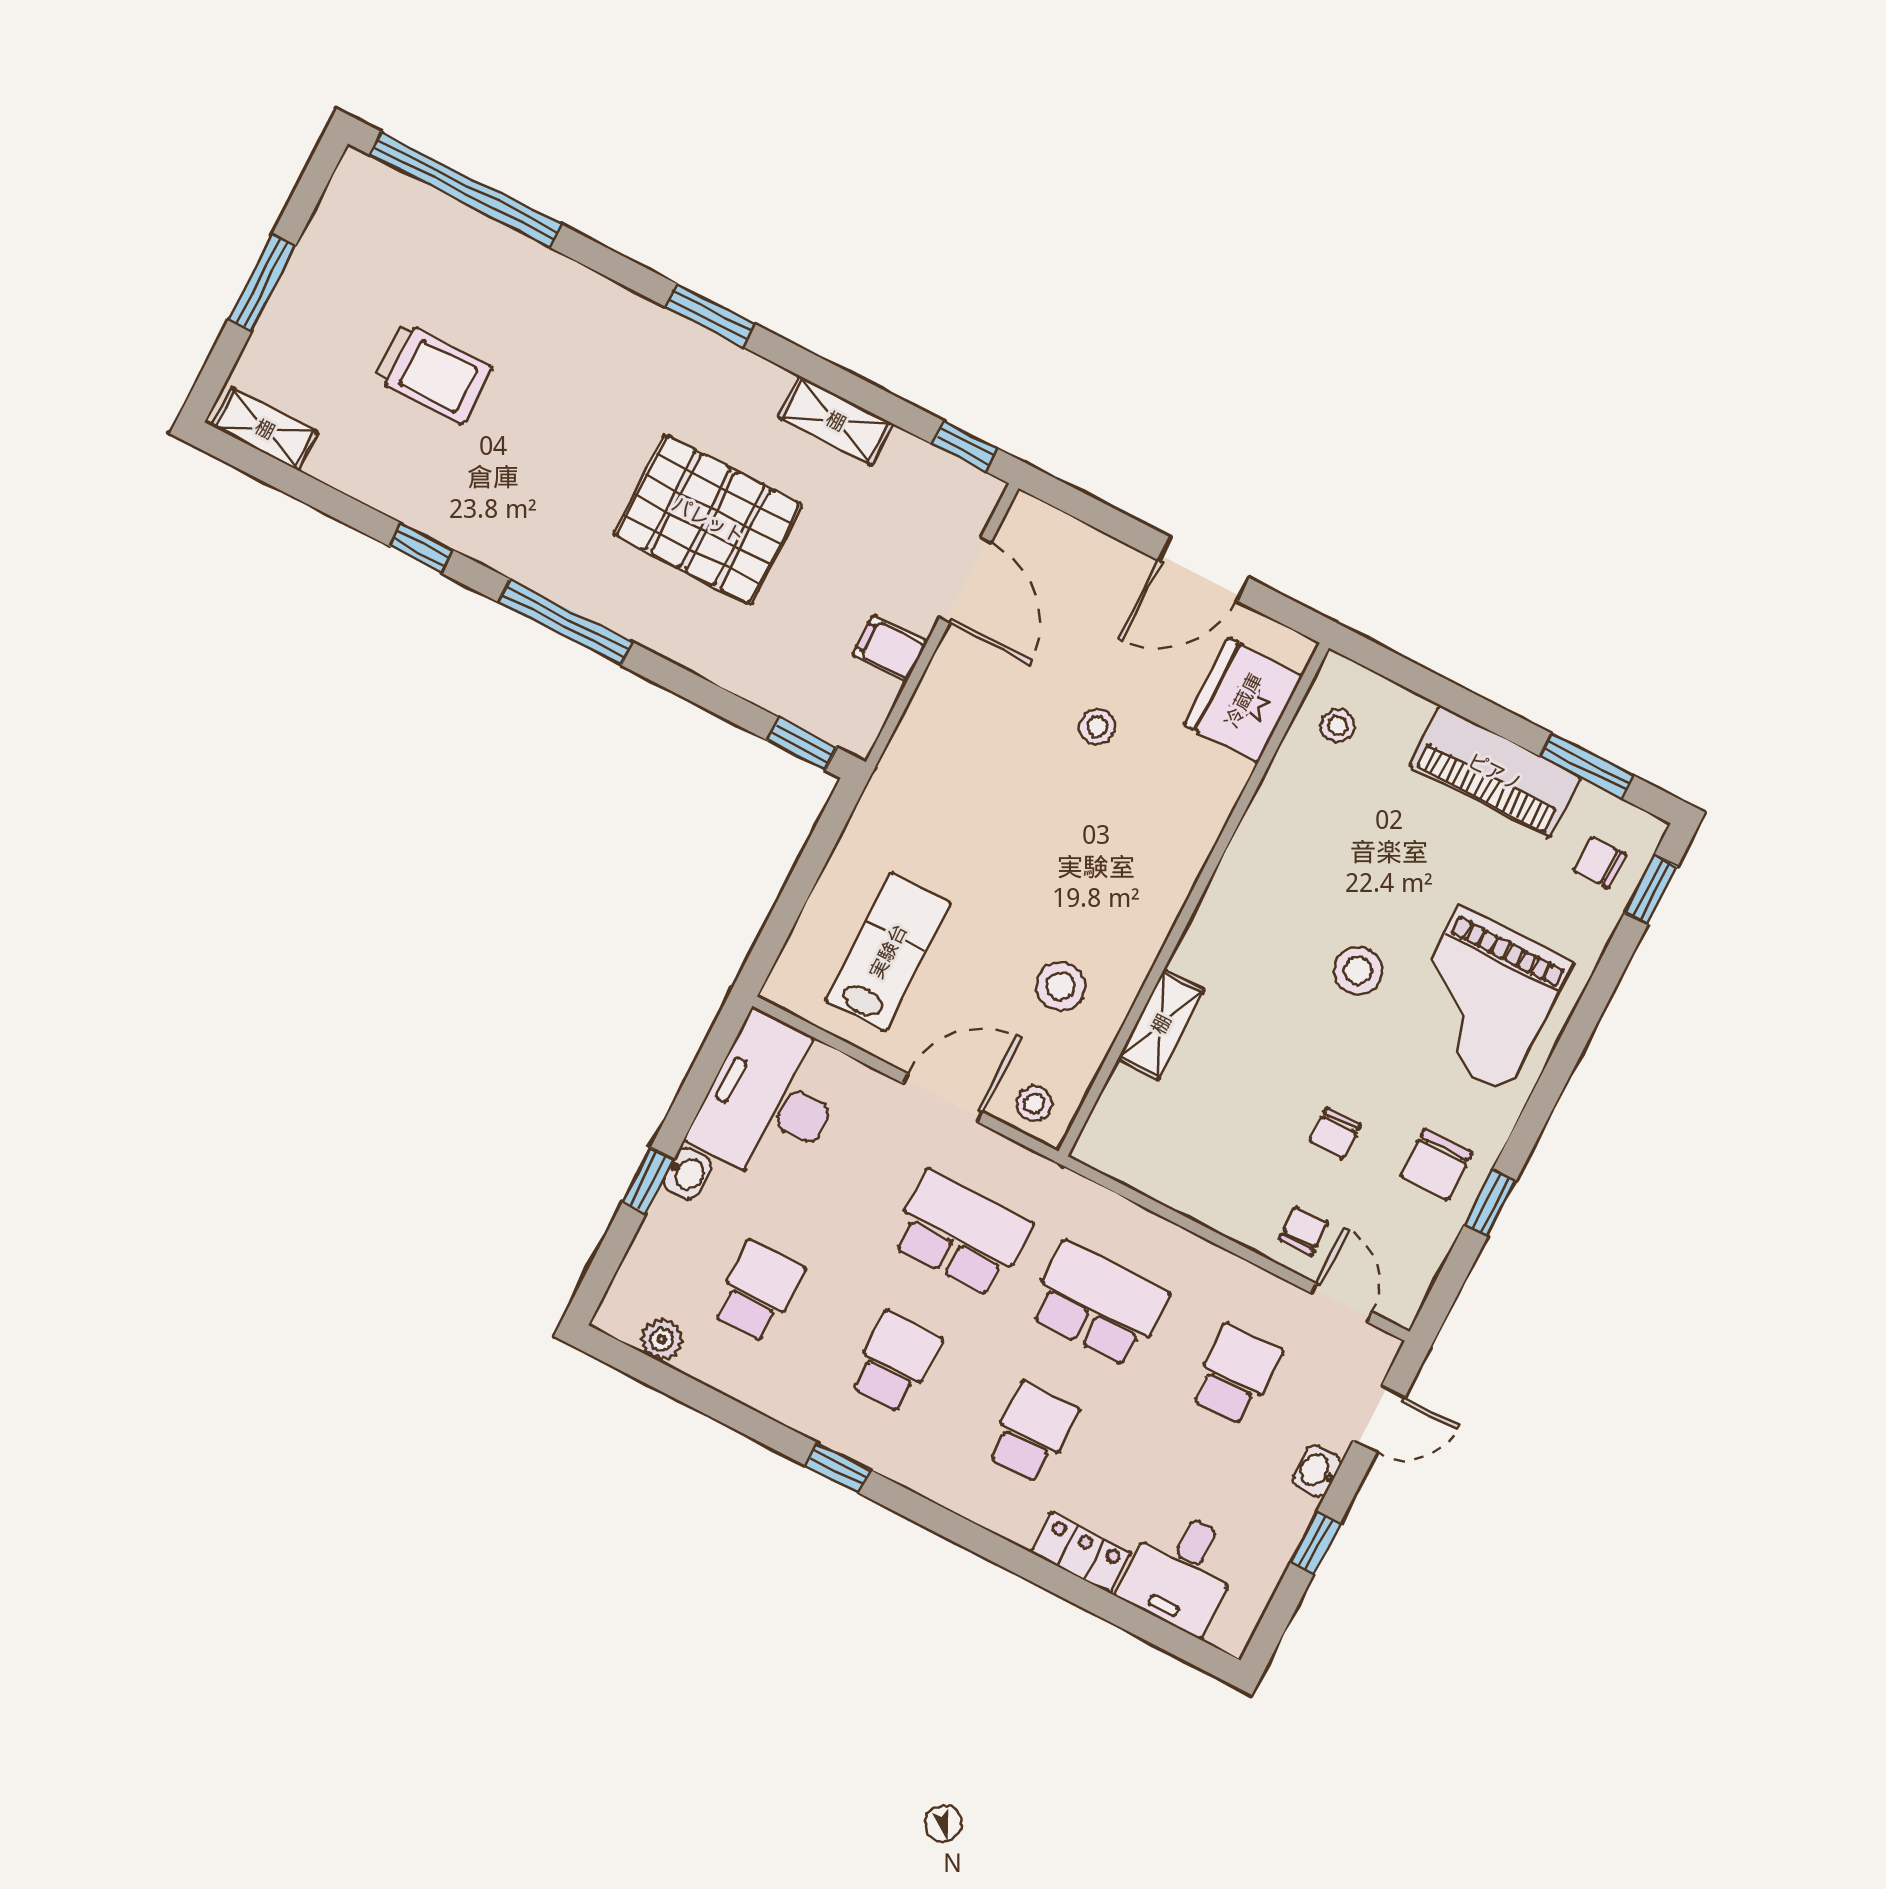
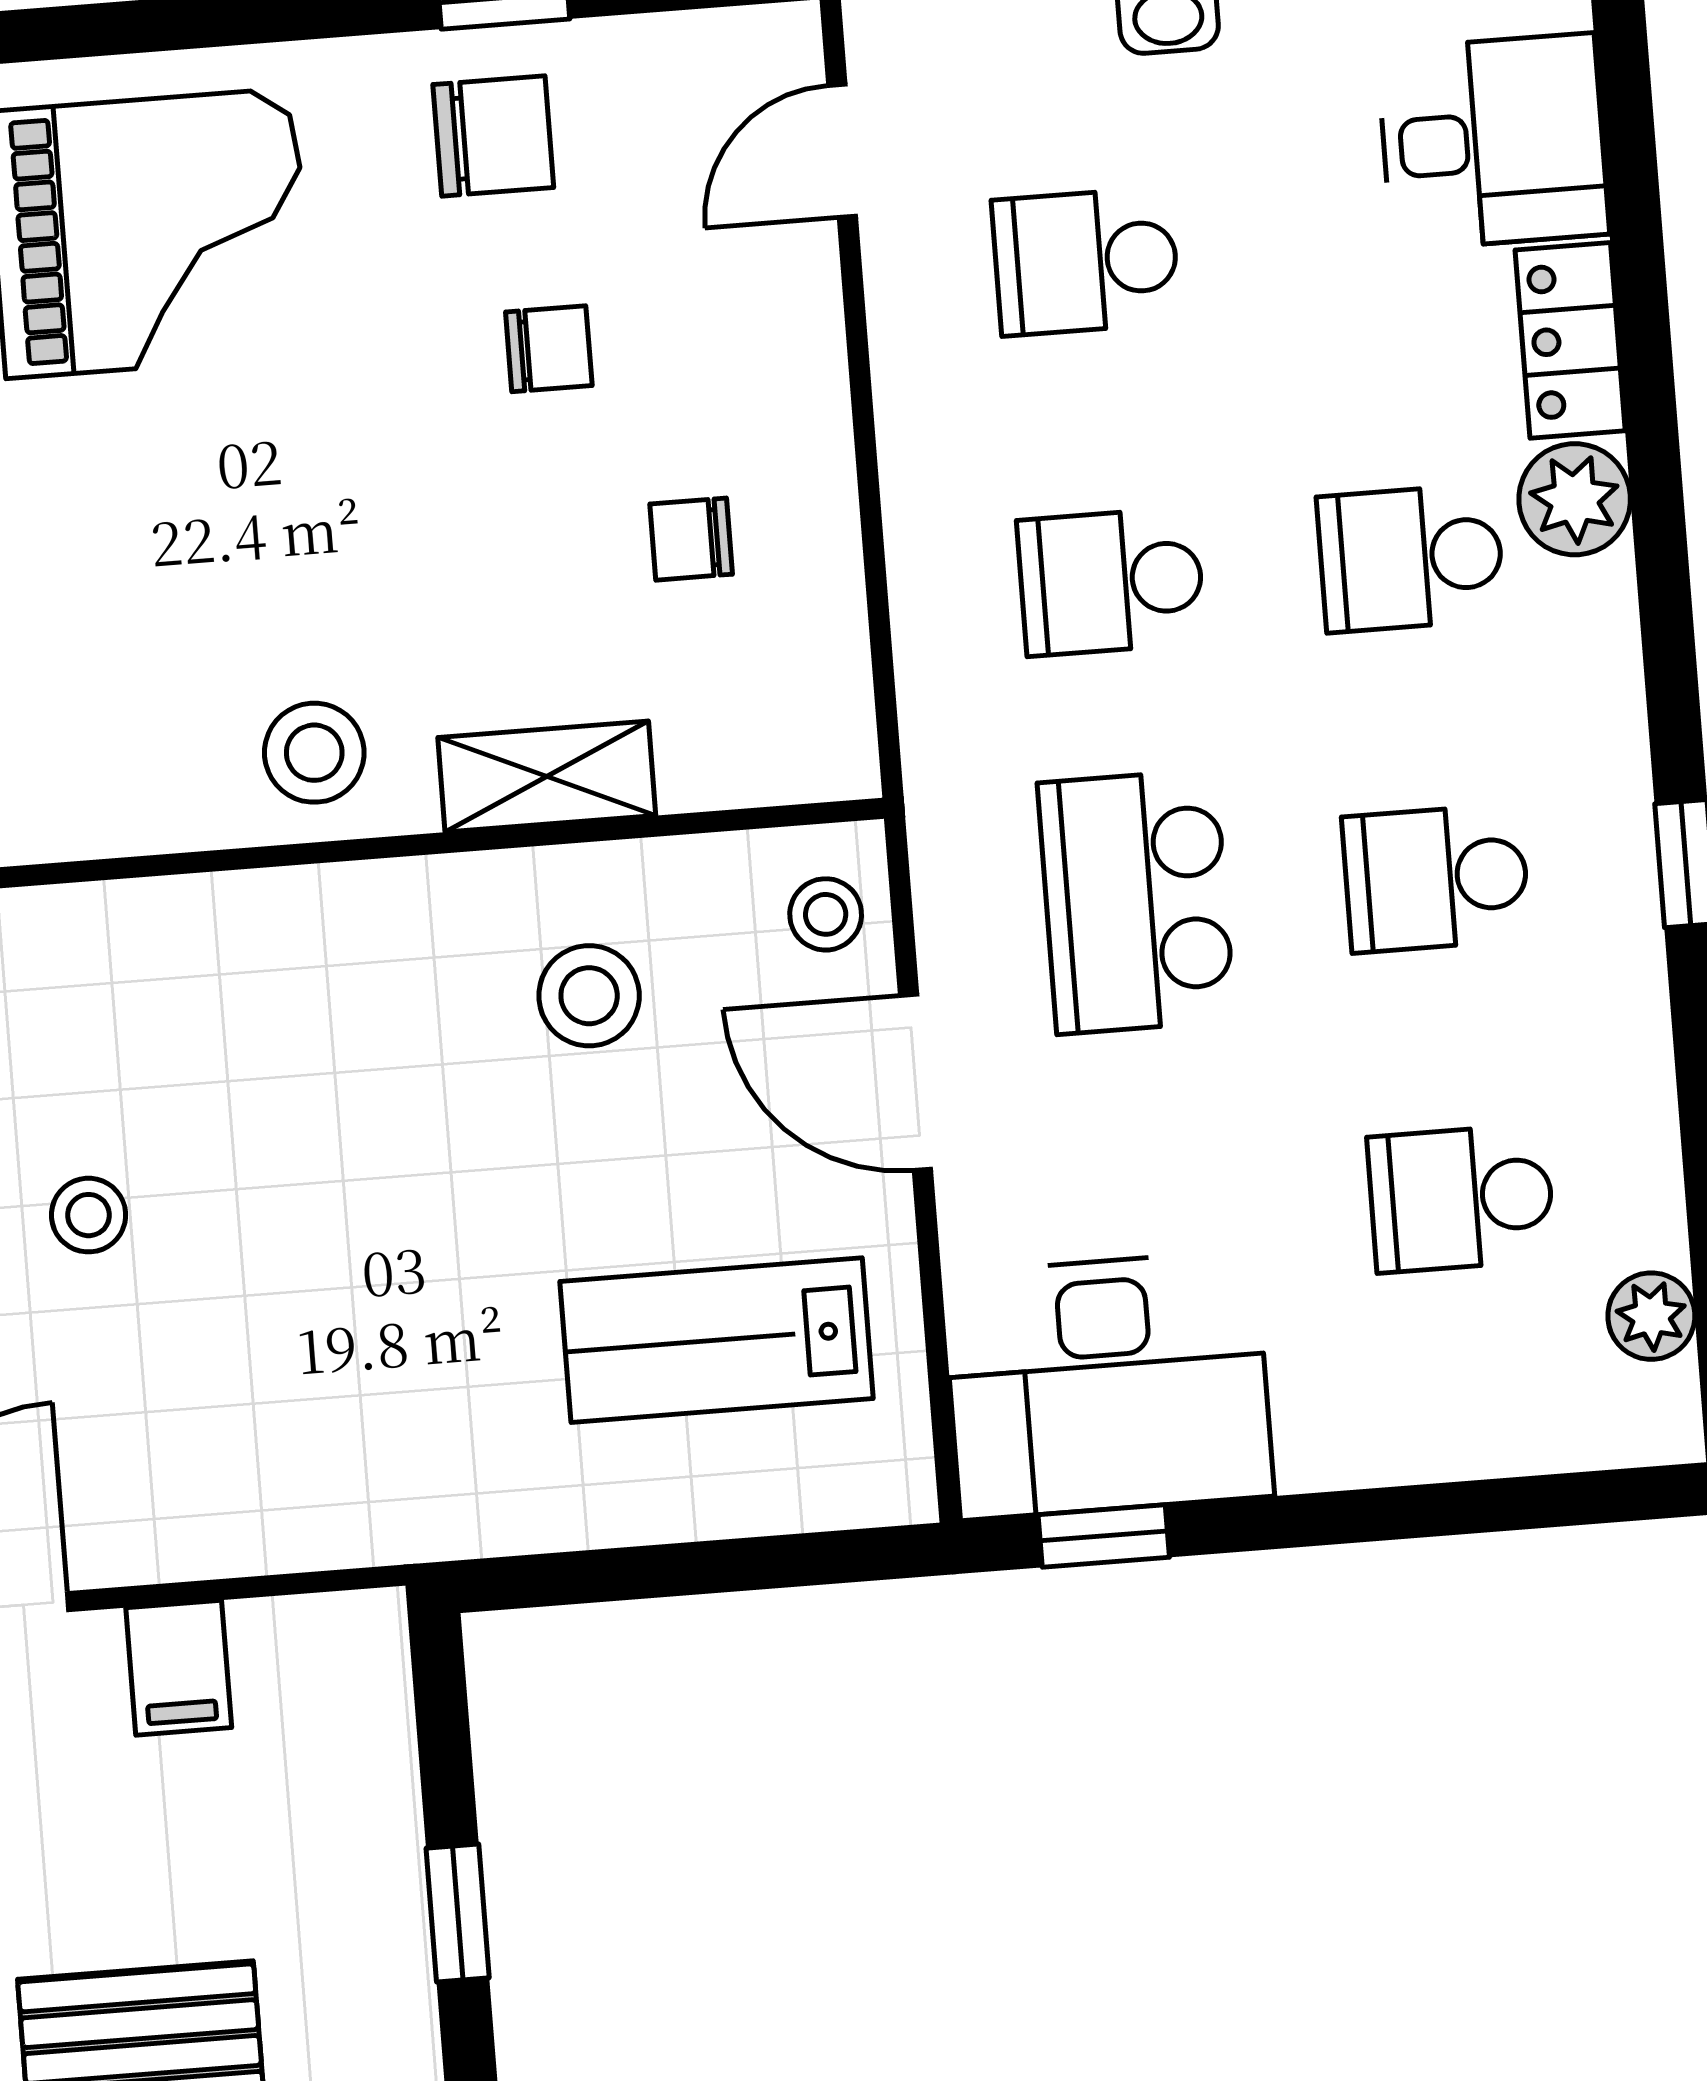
window: (802, 744) -> (458, 1913), moved
stool: (1358, 970) -> (314, 753), moved
washbasin: (687, 1173) -> (1329, 1452), removed
window: (648, 1181) -> (1104, 1536), moved
chair: (1304, 1231) -> (691, 539), moved
school desk: (1098, 1304) -> (1111, 582), width x0.54
plant: (1015, 1514) -> (1575, 499), added

